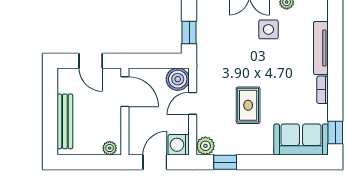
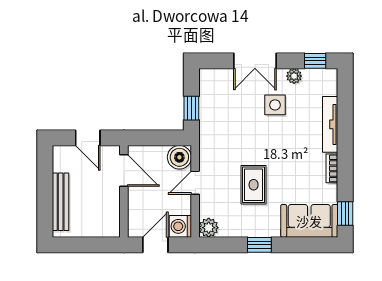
plant: (110, 148) -> (108, 230), removed
window: (225, 162) -> (259, 245), moved

